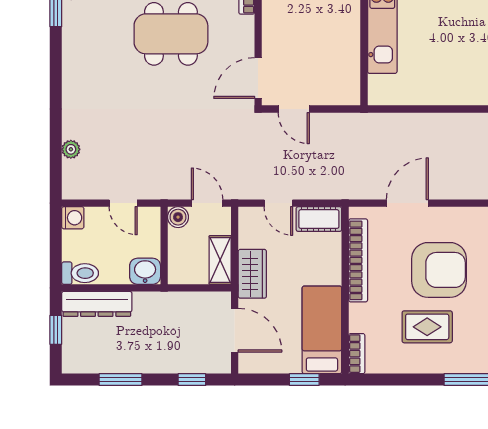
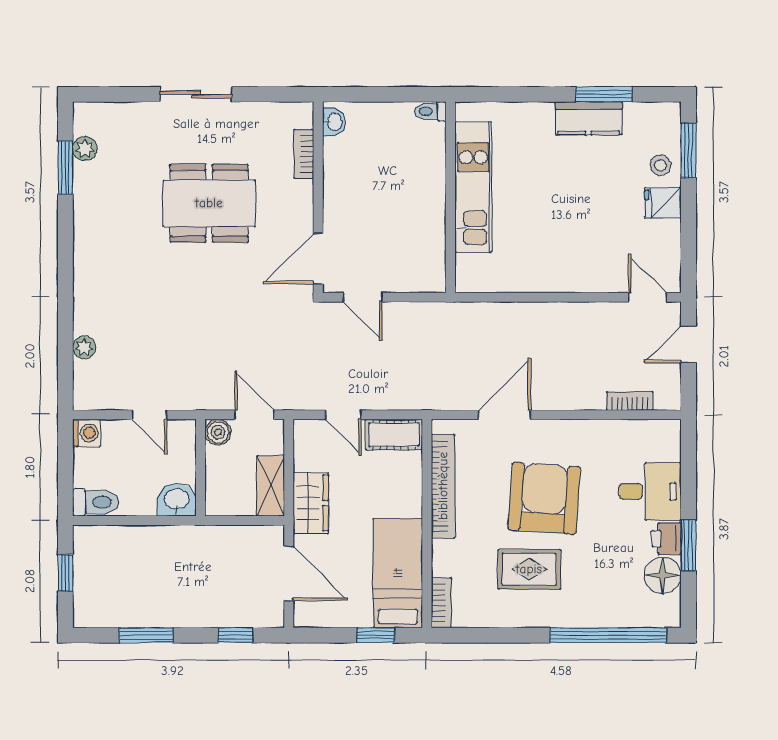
armchair: (439, 270) -> (544, 498), turned -86
dresser: (97, 304) -> (117, 541), removed

